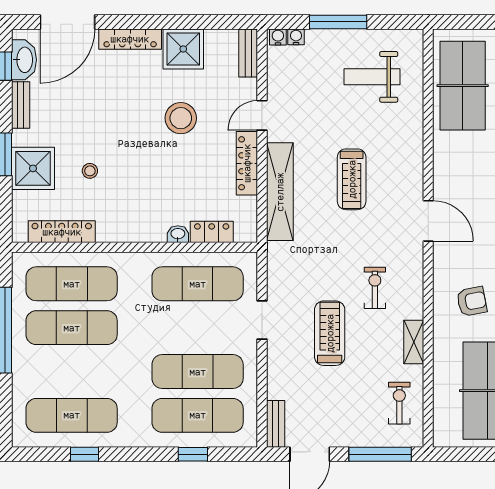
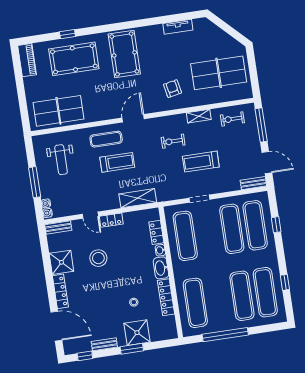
washbasin: (24, 60) -> (161, 268), moved, turned -90
locker: (247, 163) -> (111, 220), width x0.66
exercise mat: (397, 165) -> (106, 139), added
shelving: (280, 192) -> (138, 198), width x0.68
locker: (62, 232) -> (166, 297), moved
exercise mat: (72, 328) -> (242, 296), moved

